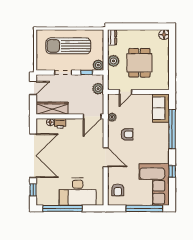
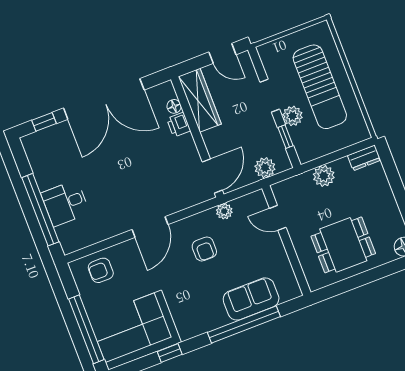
sun lounger: (68, 46) -> (320, 87), turned 180
dining table: (139, 63) -> (343, 245), moved
plant: (98, 65) -> (292, 116), moved
sofa: (161, 108) -> (251, 299), moved
door: (92, 116) -> (212, 176), swing flipped
desk: (78, 192) -> (65, 203), width x0.53, depth x0.77
window: (62, 208) -> (40, 210), moved

